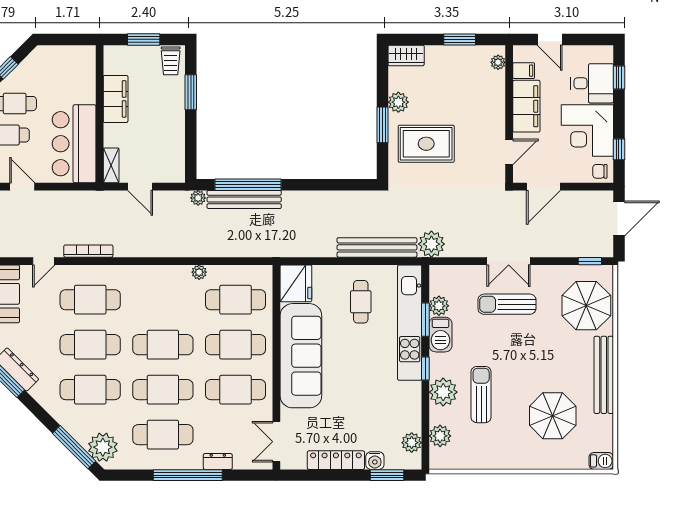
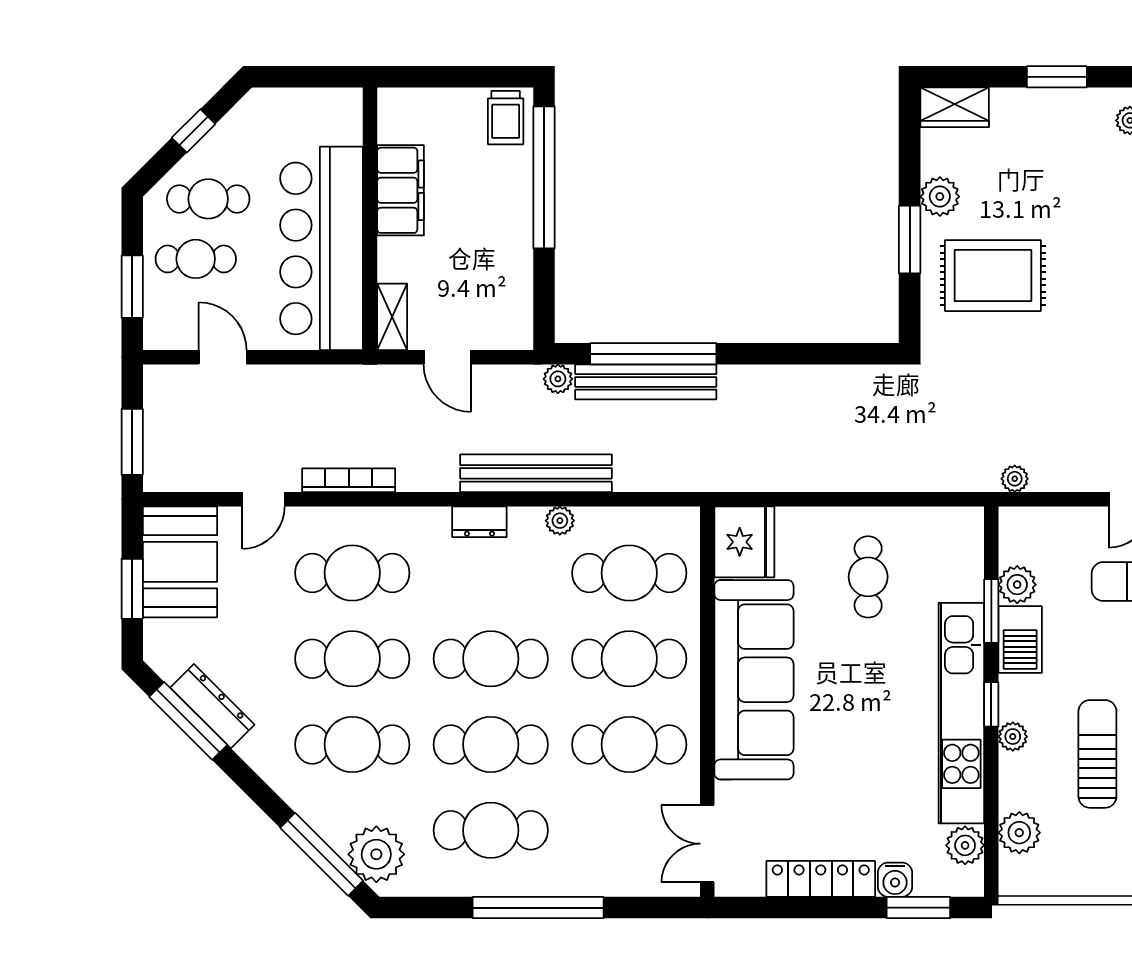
window: (144, 39) -> (454, 77), removed
window: (191, 92) -> (544, 177), width x2.11
bar counter: (74, 144) -> (322, 248), width x1.36
plant: (431, 244) -> (1015, 479), width x0.53, depth x0.53
bench: (377, 247) -> (536, 473), moved
kitchen unit: (410, 323) -> (961, 713), moved
plant: (443, 392) -> (1013, 737), width x0.53, depth x0.53
dresser: (218, 462) -> (479, 522), moved, turned 180

